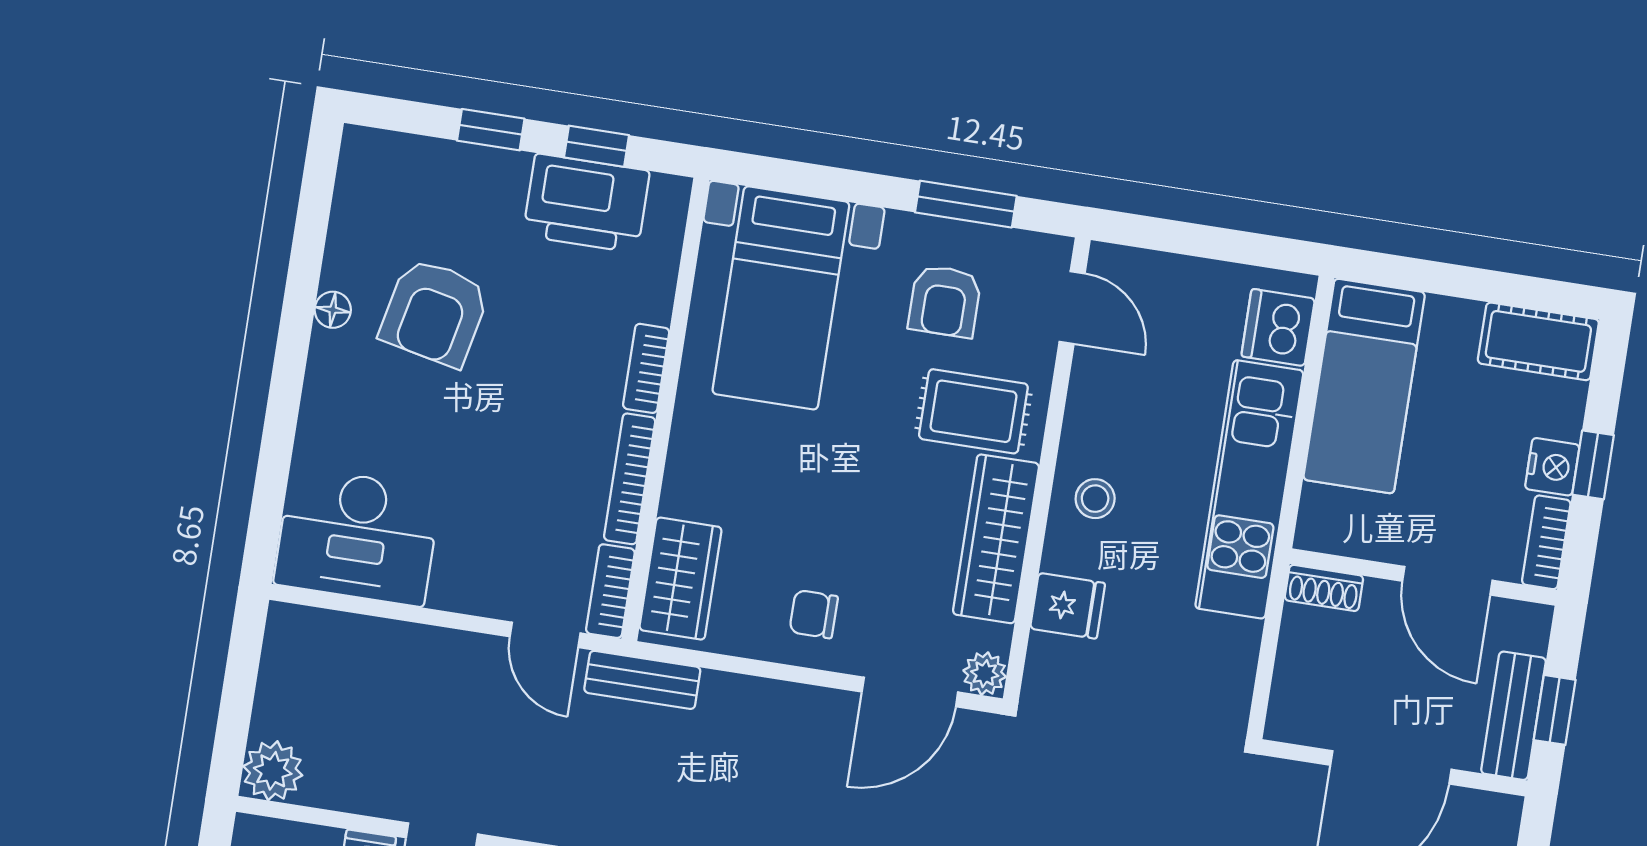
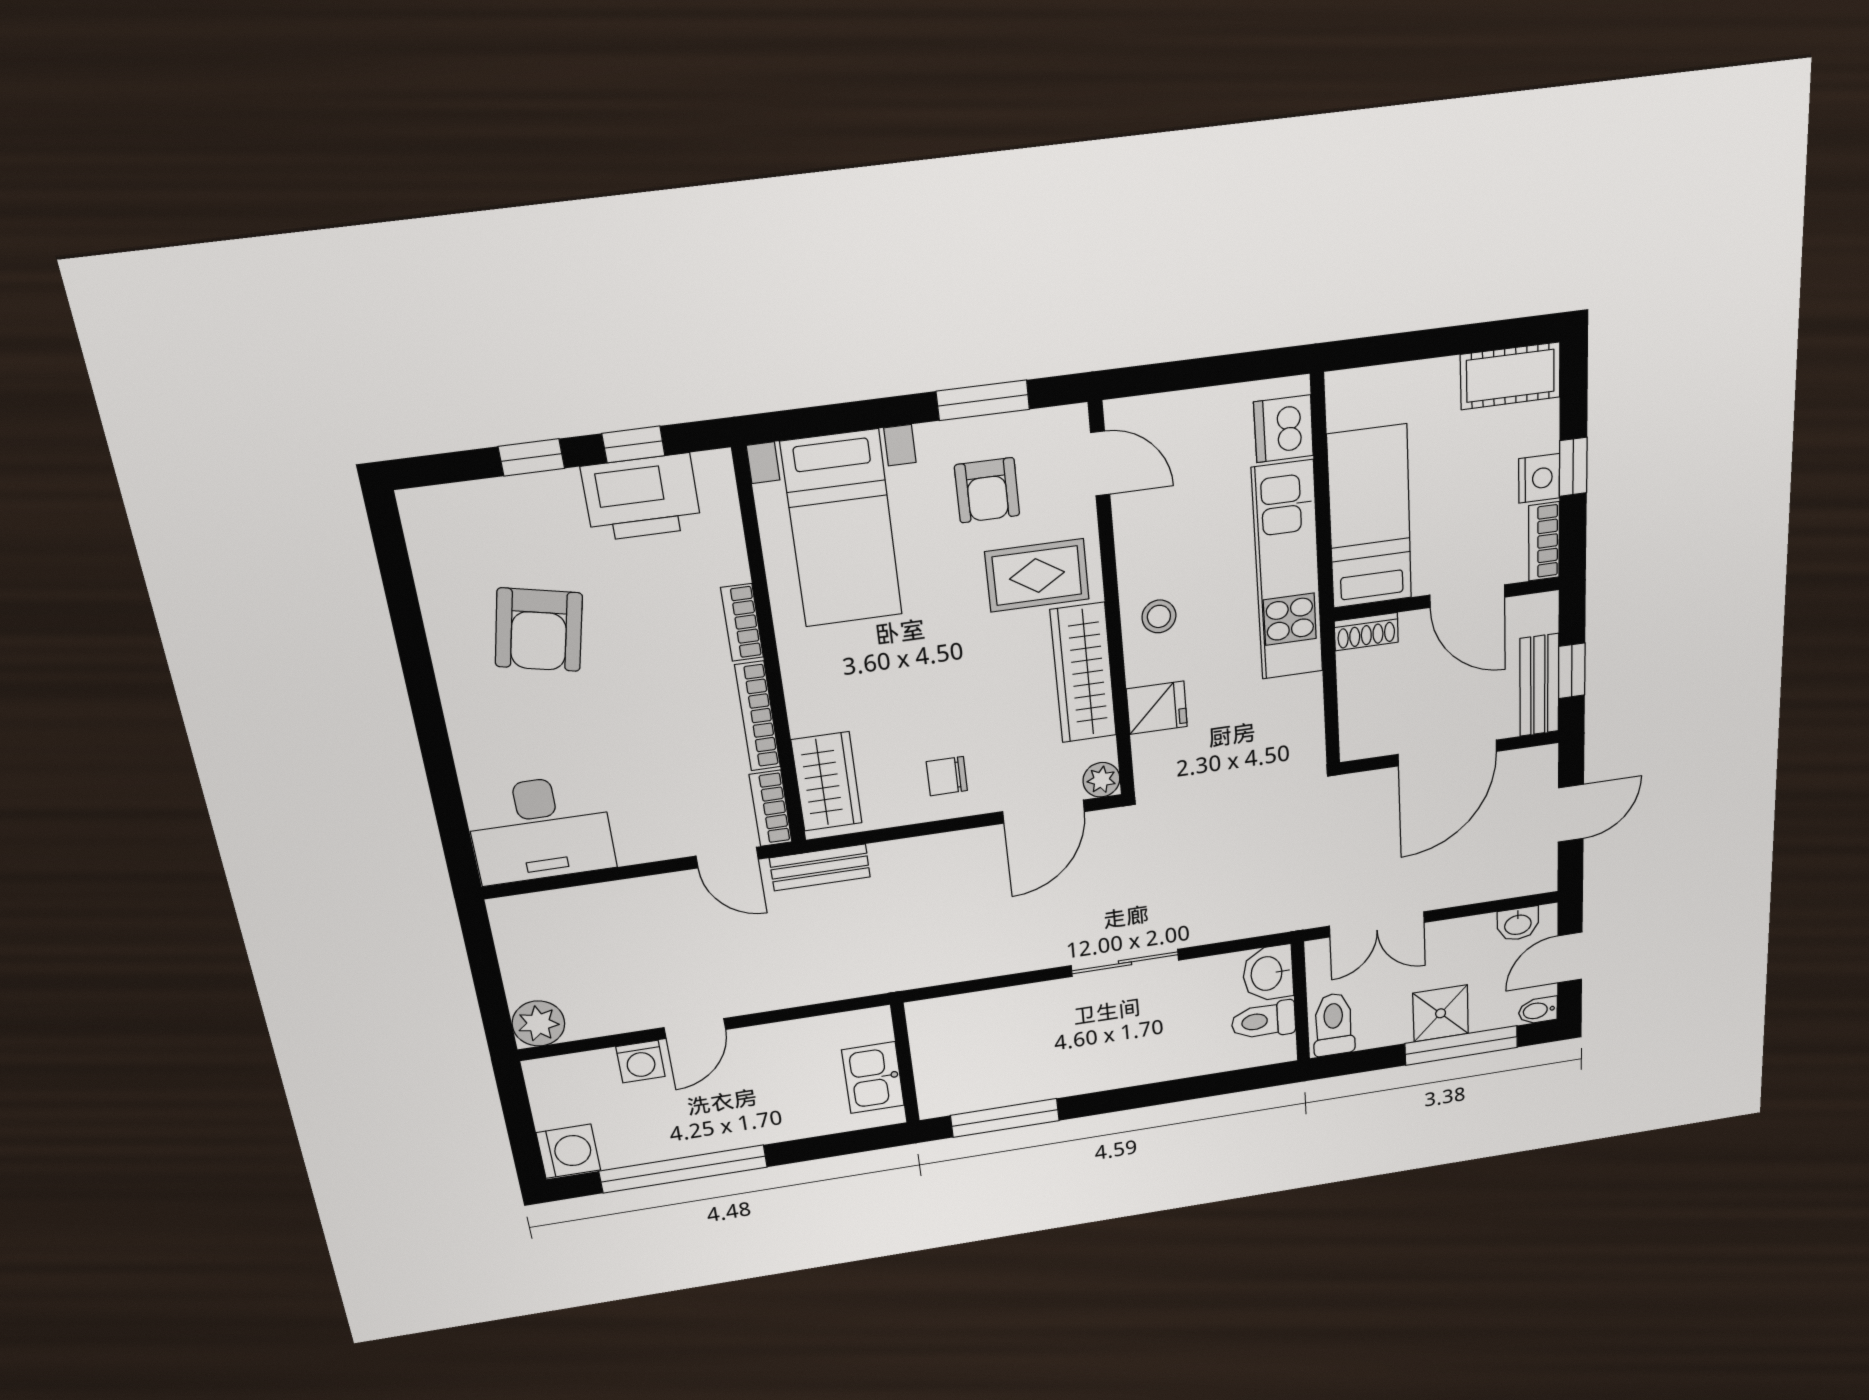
floor lamp: (333, 310) -> (447, 654), removed
bed: (1364, 386) -> (1370, 517), moved, turned 180

